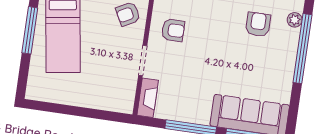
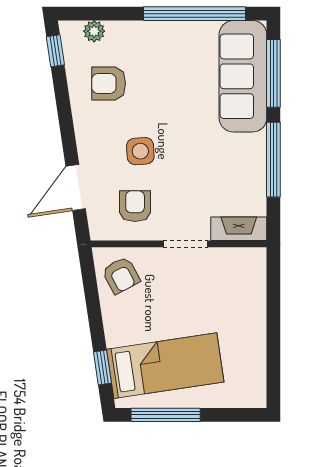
side table: (210, 39) -> (140, 151), added
window: (302, 49) -> (194, 14), moved

